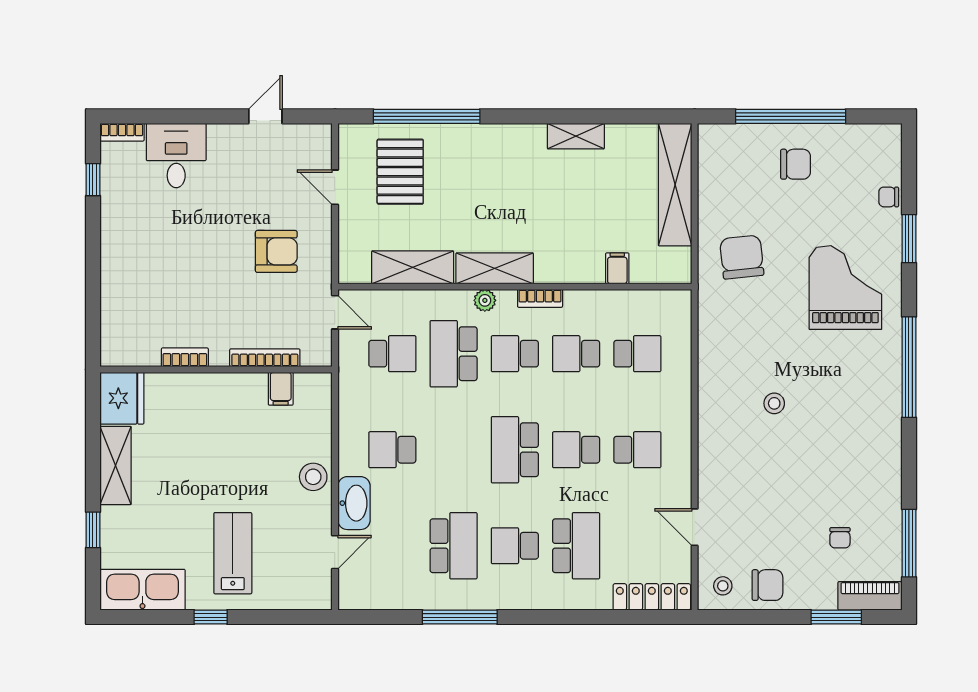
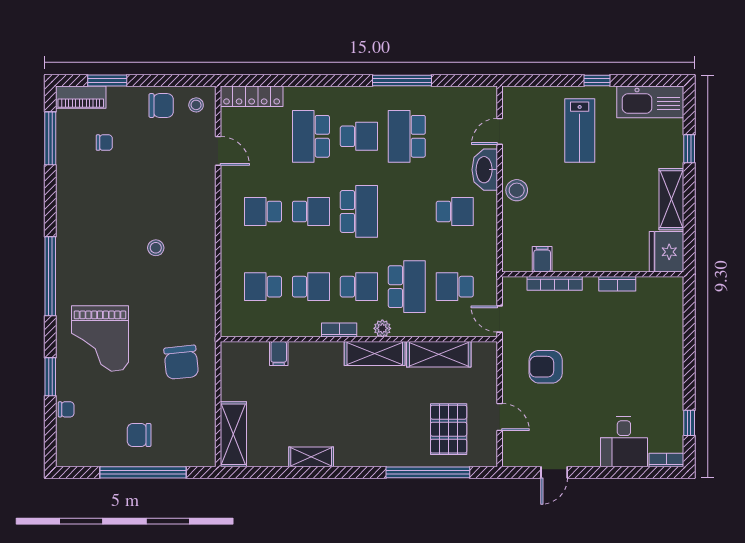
shelving: (675, 185) -> (233, 434), width x0.68
chair: (840, 538) -> (104, 143), turned 90
chair: (767, 585) -> (161, 106), turned 180

